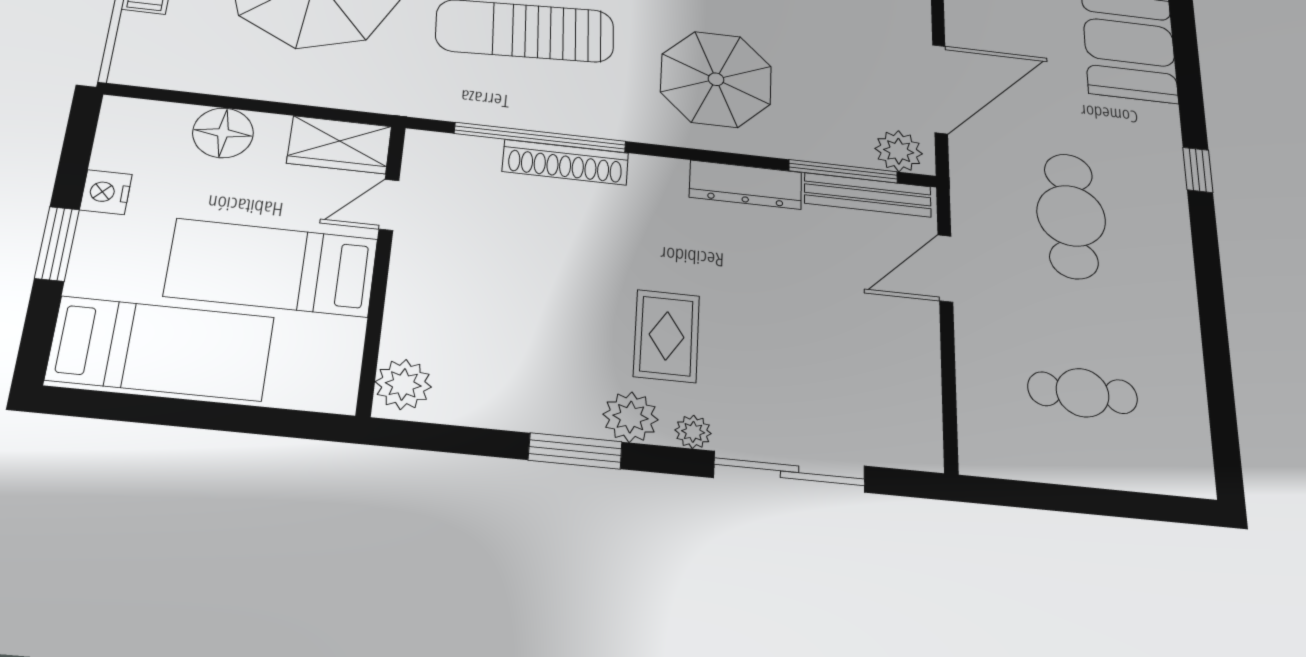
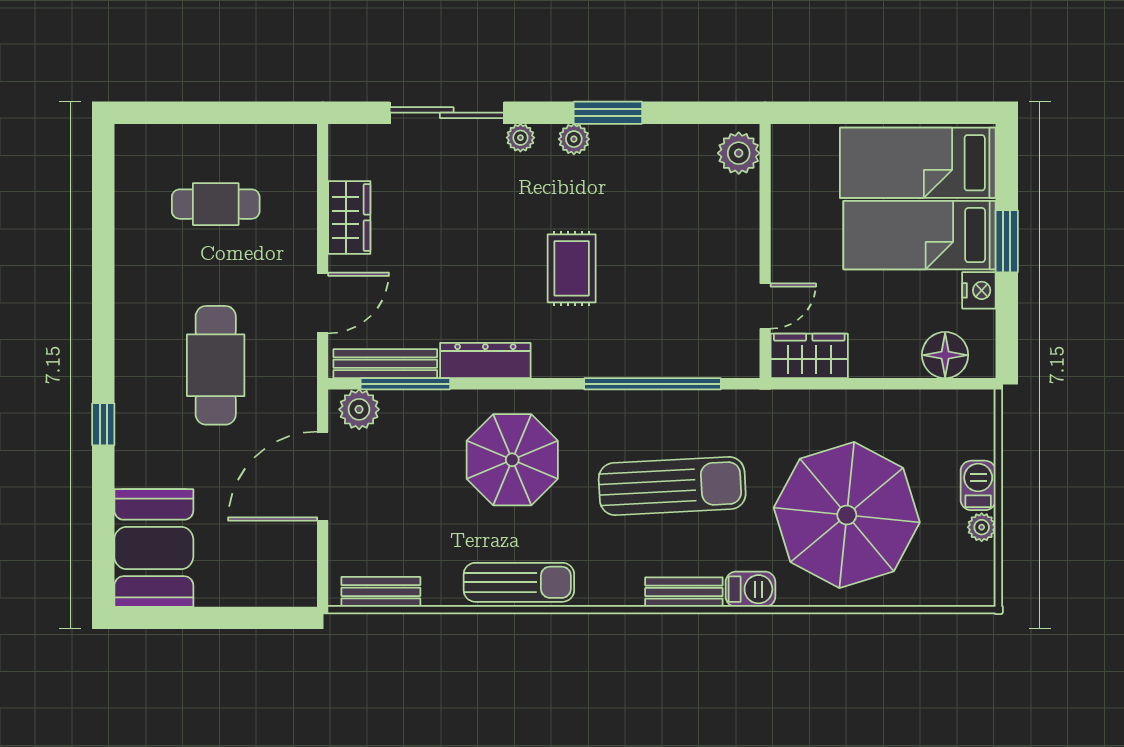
floor lamp: (223, 133) -> (945, 355), moved
shoe rack: (565, 162) -> (631, 363), removed
bed: (272, 268) -> (920, 235), moved, turned 180
rug: (666, 336) -> (572, 268), moved
wardrobe: (915, 360) -> (349, 217), added
plant: (630, 417) -> (574, 139), width x0.73, depth x0.73

